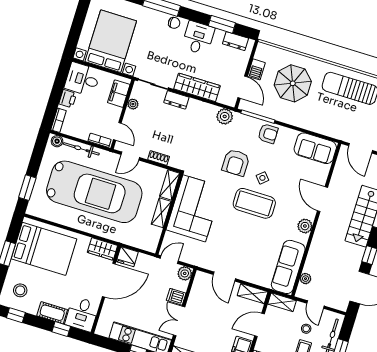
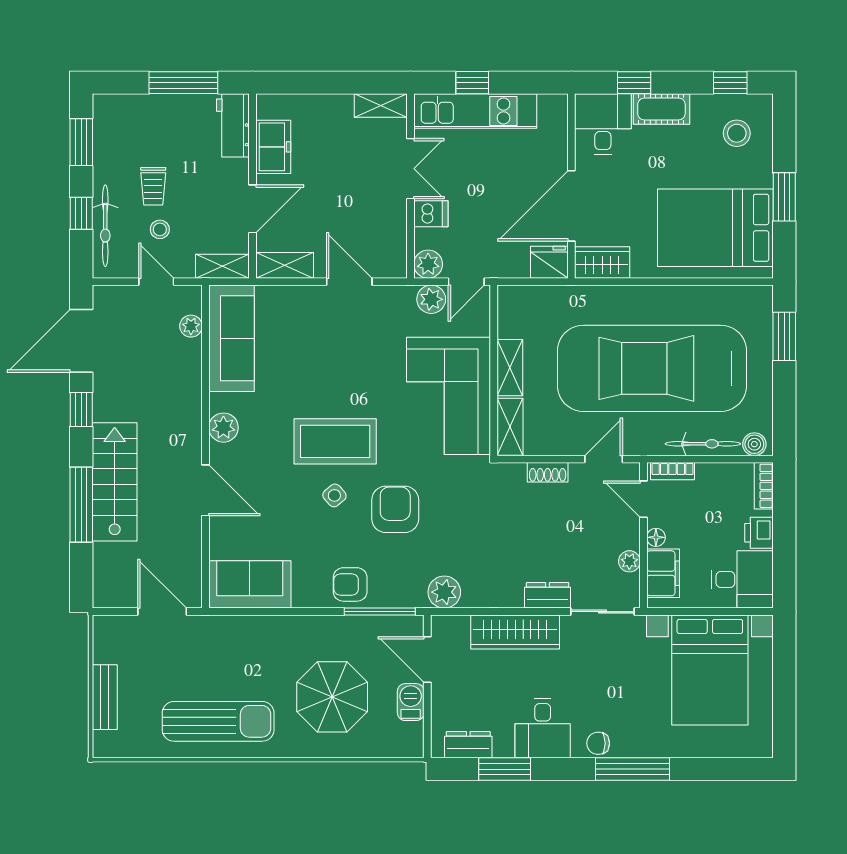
floor lamp: (117, 112) -> (656, 537), added
plant: (188, 256) -> (431, 299), added

